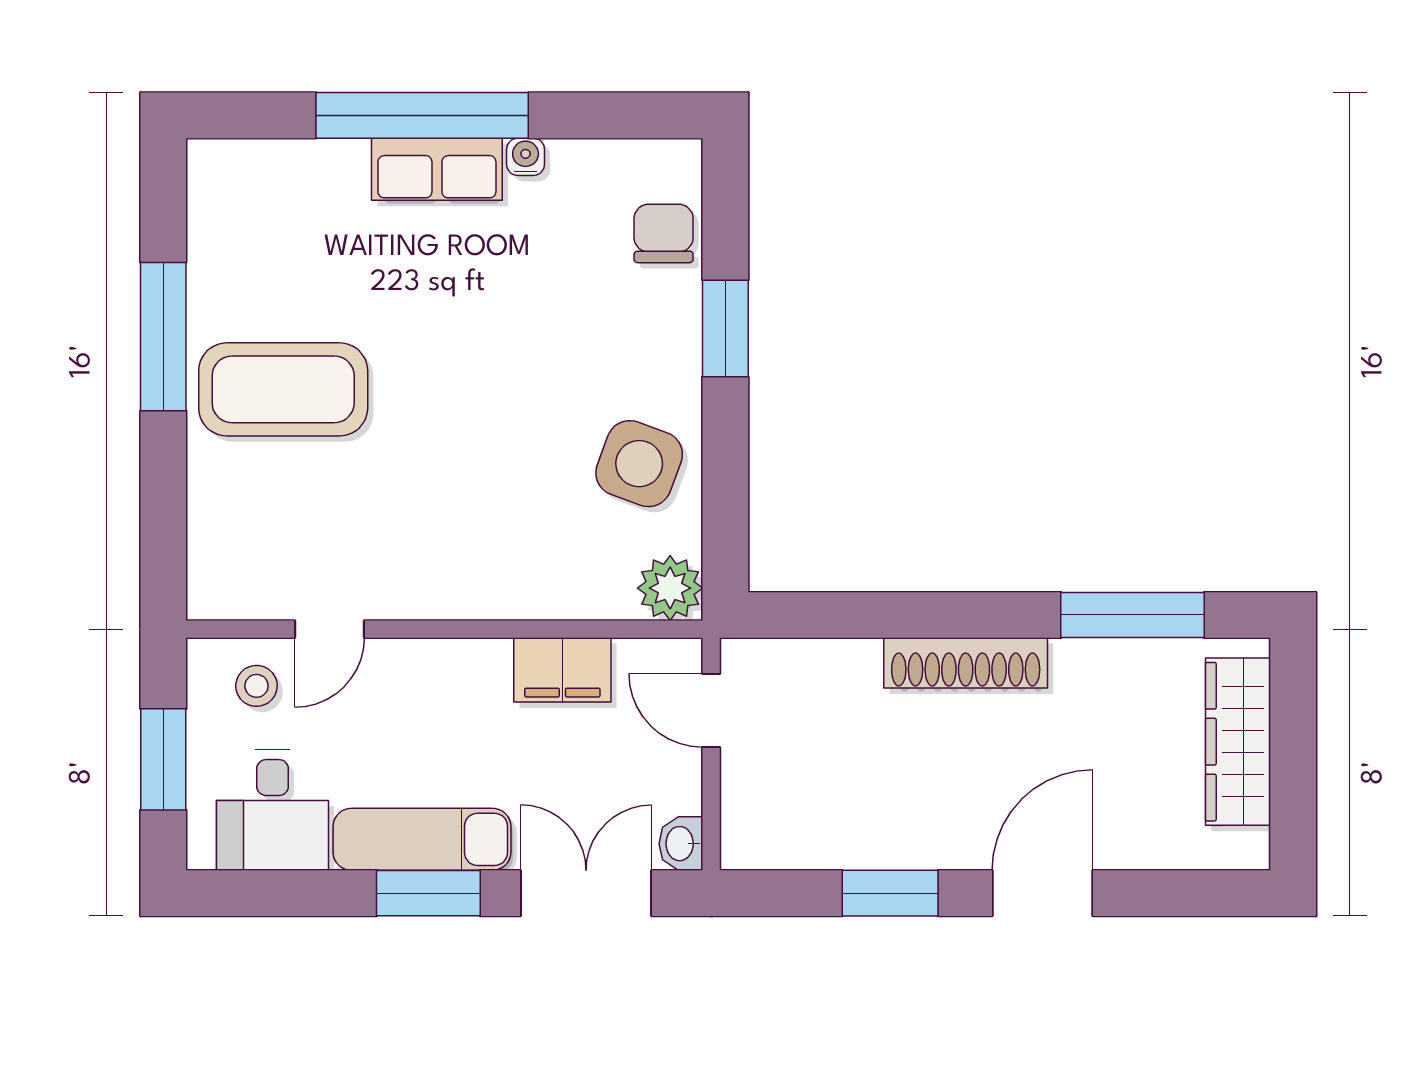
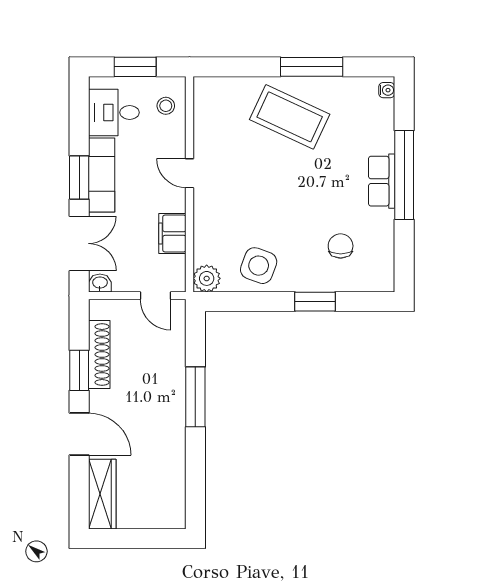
water cooler: (526, 157) -> (387, 90), moved
chair: (664, 233) -> (341, 246), moved, turned -90
coffee table: (283, 389) -> (290, 117), turned -65
window: (1133, 615) -> (195, 397), moved
door: (329, 629) -> (189, 173), moved
shoe rack: (966, 663) -> (99, 355), moved, turned 180
door: (711, 711) -> (156, 296), swing flipped
wardrobe: (1238, 742) -> (102, 494), moved, turned 90

